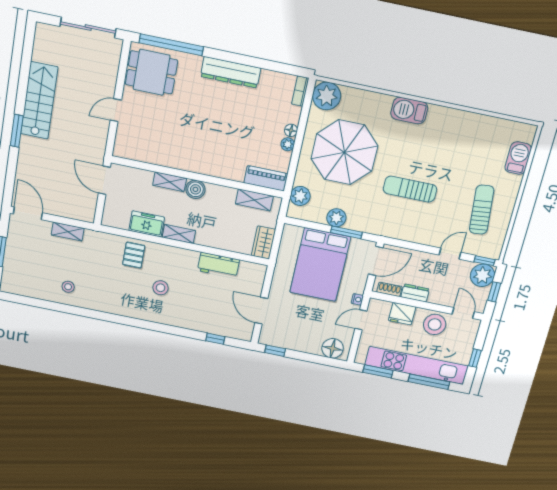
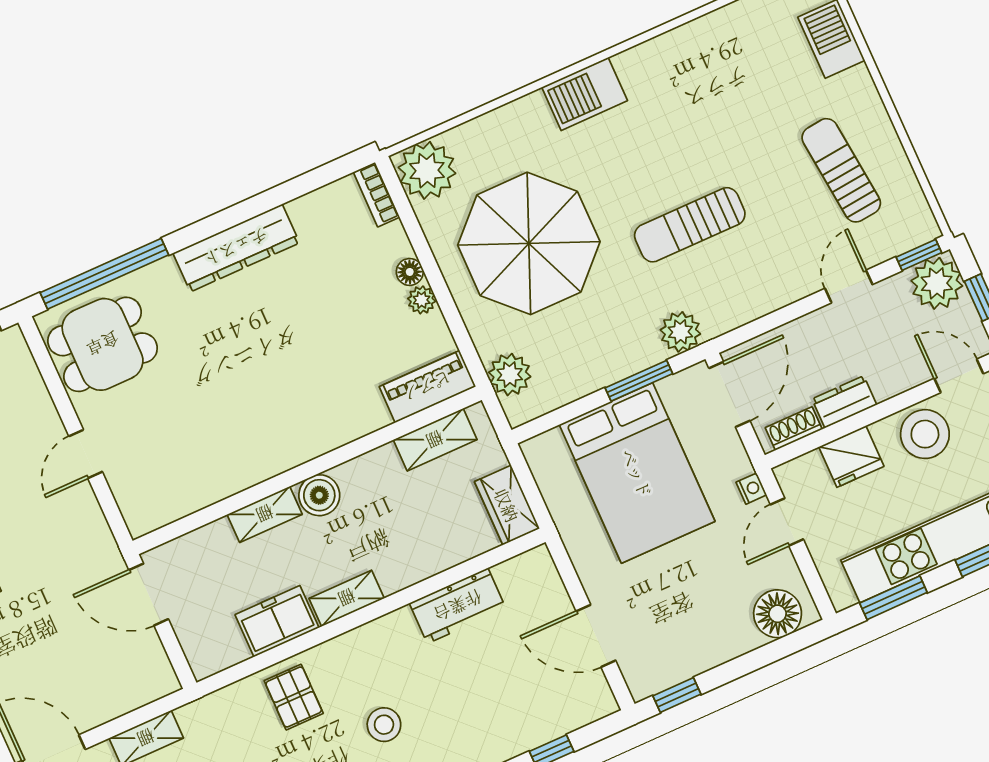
plant: (336, 218) -> (680, 332), moved

